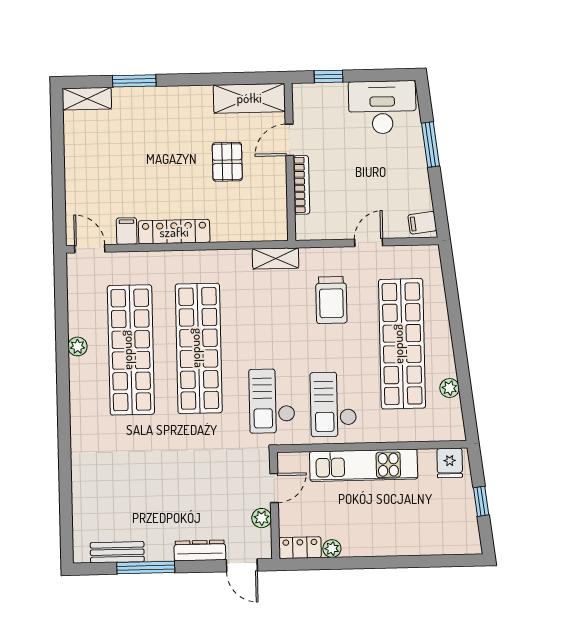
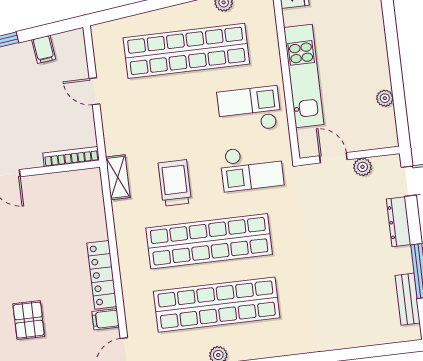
pallet: (227, 162) -> (29, 320), moved, turned 90
bookcase: (301, 185) -> (71, 157), moved
filing cabinet: (422, 223) -> (44, 49), moved
trolley: (331, 300) -> (175, 183), moved, turned -90
checkout: (333, 404) -> (249, 110), turned 180
locker: (300, 548) -> (387, 128), removed

